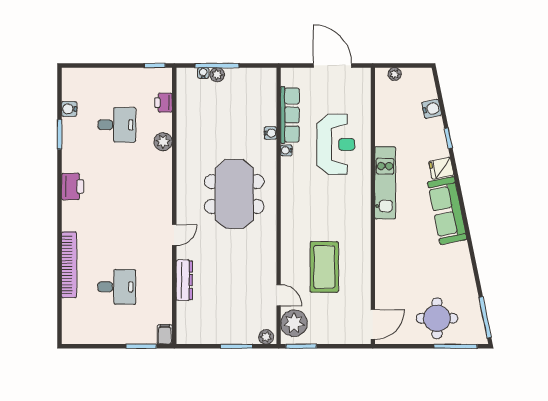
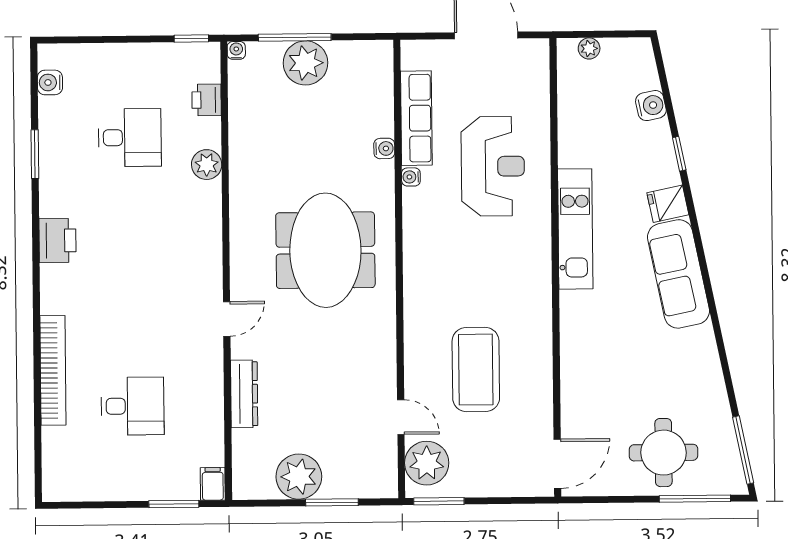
water cooler: (203, 73) -> (236, 50), moved
plant: (217, 75) -> (306, 63), width x1.88, depth x1.88
water cooler: (69, 109) -> (50, 82), moved
plant: (266, 337) -> (299, 477), moved, width x1.88, depth x1.88

